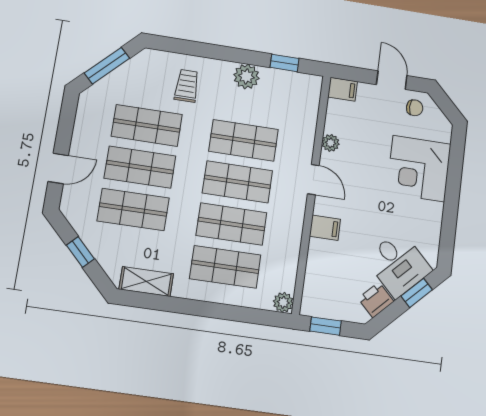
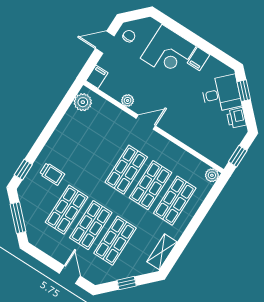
window: (284, 63) -> (23, 170), moved
plant: (246, 76) -> (83, 102), moved
trolley: (187, 86) -> (52, 174), turned 180
shop shelf: (244, 140) -> (102, 154), removed
filing cabinet: (325, 228) -> (198, 59), moved, turned 180

